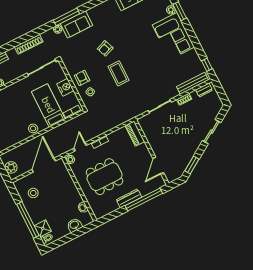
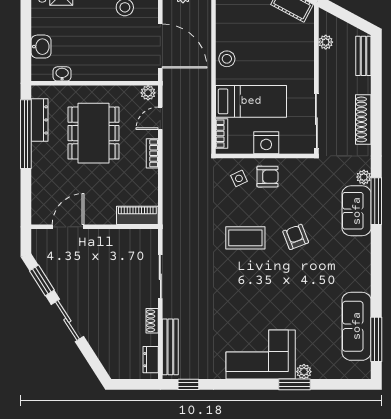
sliding door: (212, 132) -> (67, 320), moved
door: (80, 147) -> (160, 118), swing flipped
door: (158, 165) -> (68, 227), hinge flipped
dresser: (129, 198) -> (40, 120), moved
window: (144, 199) -> (26, 134), moved

